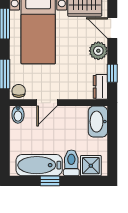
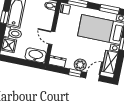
window: (112, 73) -> (75, 73), moved
door: (47, 103) -> (52, 38), moved

